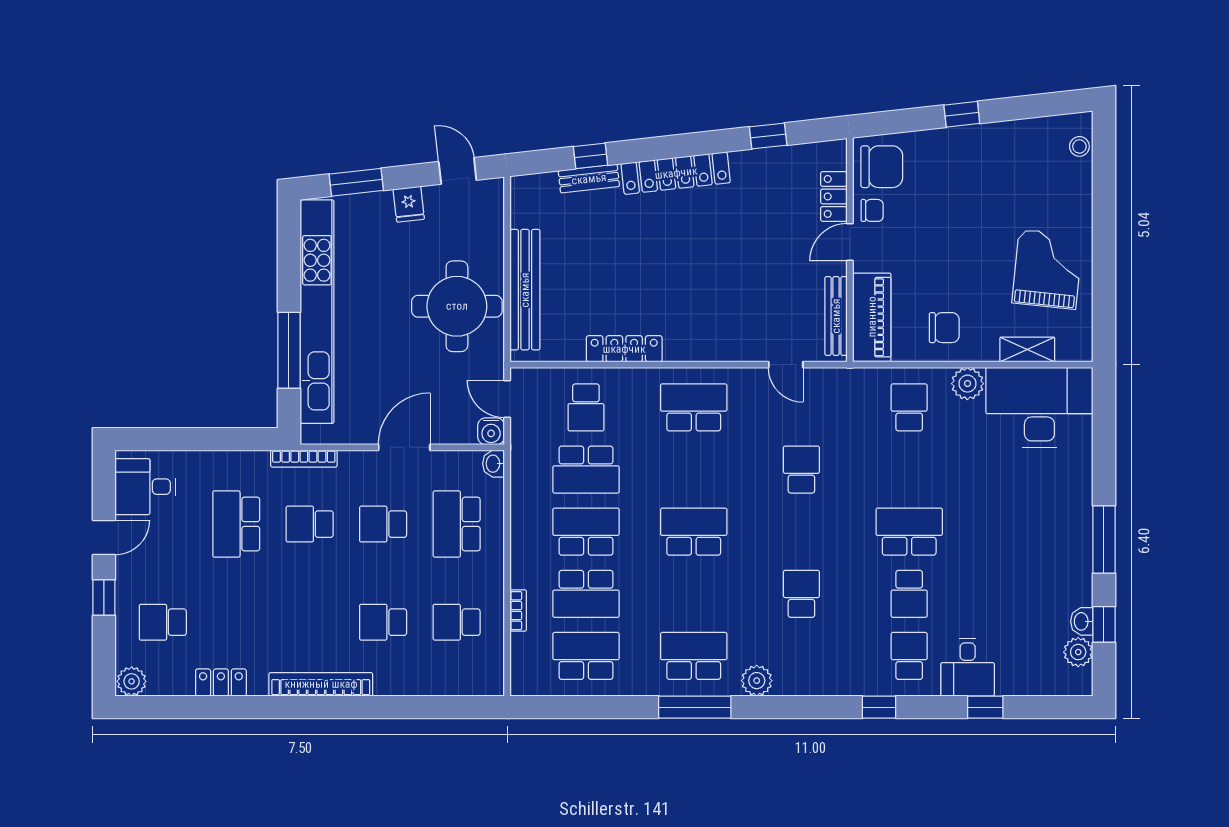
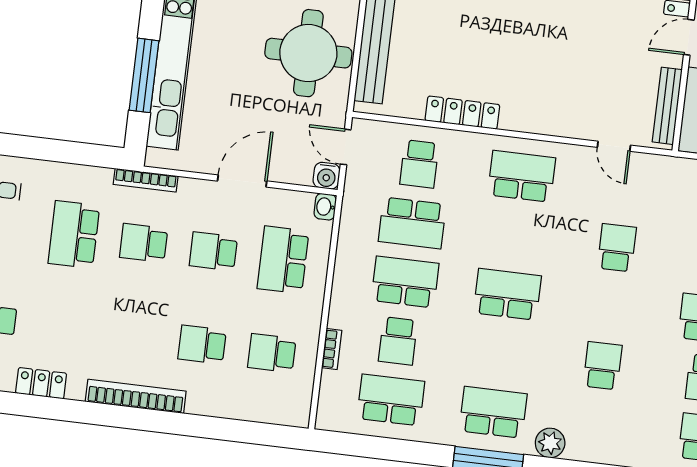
school desk: (586, 594) -> (398, 341), width x0.54

